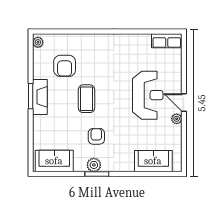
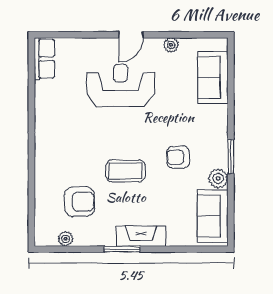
plant: (38, 42) -> (65, 239), moved
fireplace: (40, 97) -> (141, 236), moved
plant: (177, 119) -> (171, 45), moved
plant: (94, 165) -> (218, 178), moved

